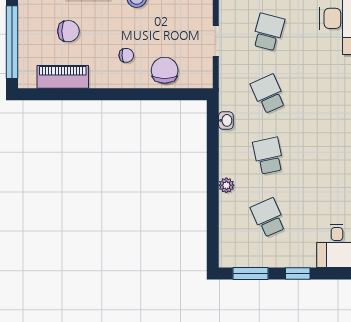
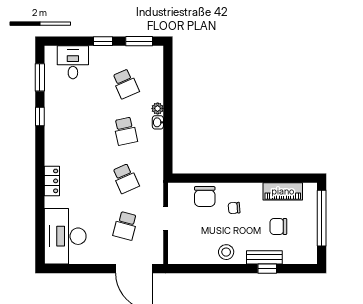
washbasin: (226, 120) -> (158, 122), moved

